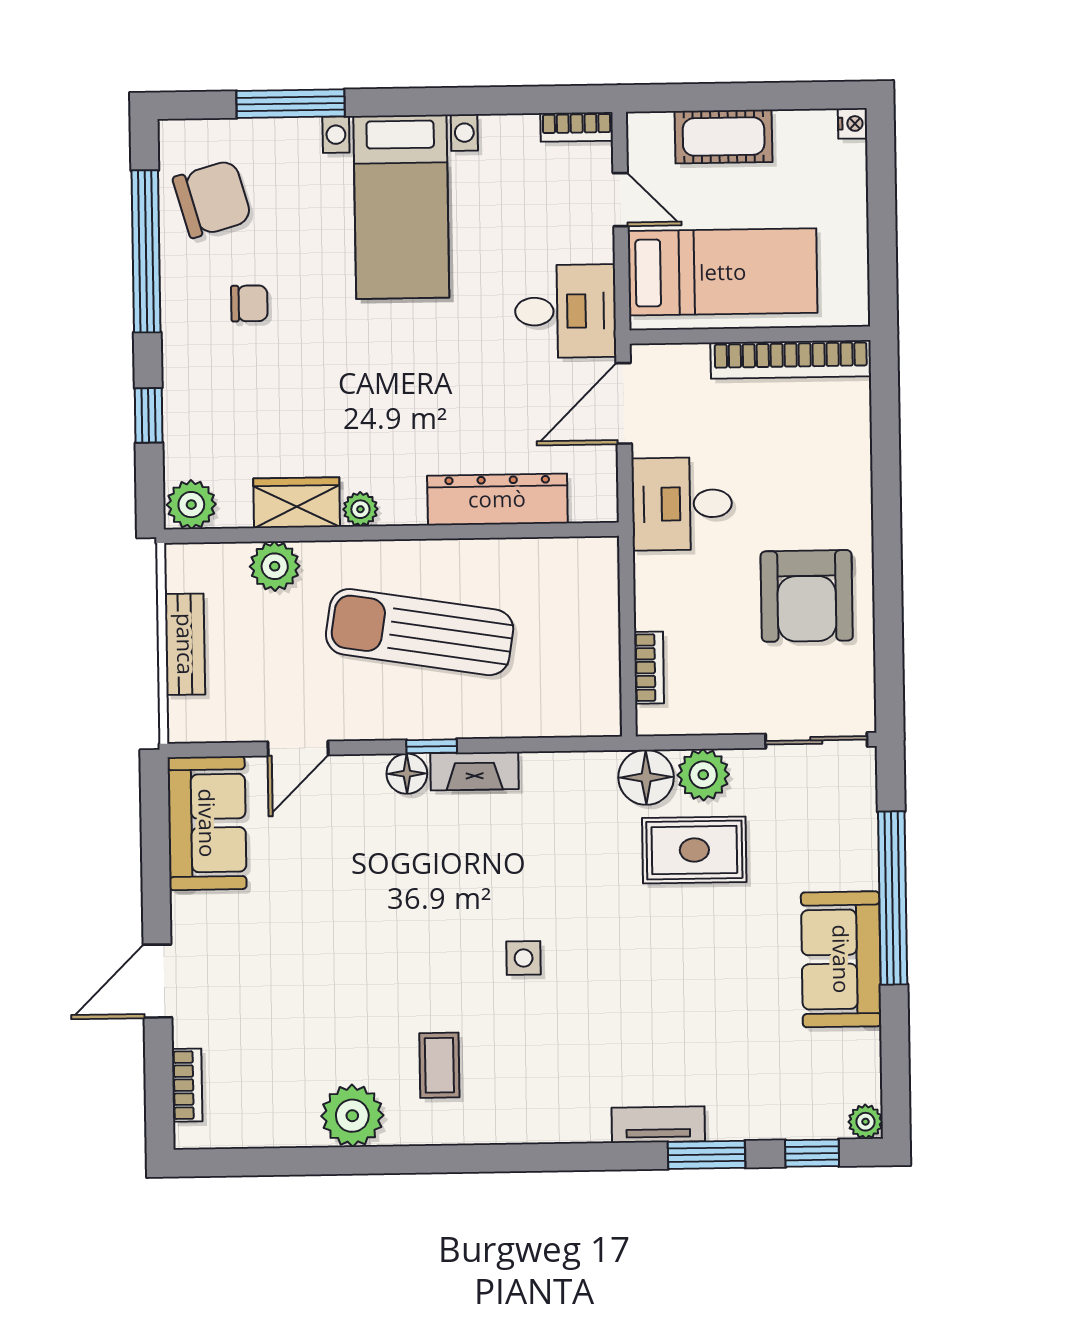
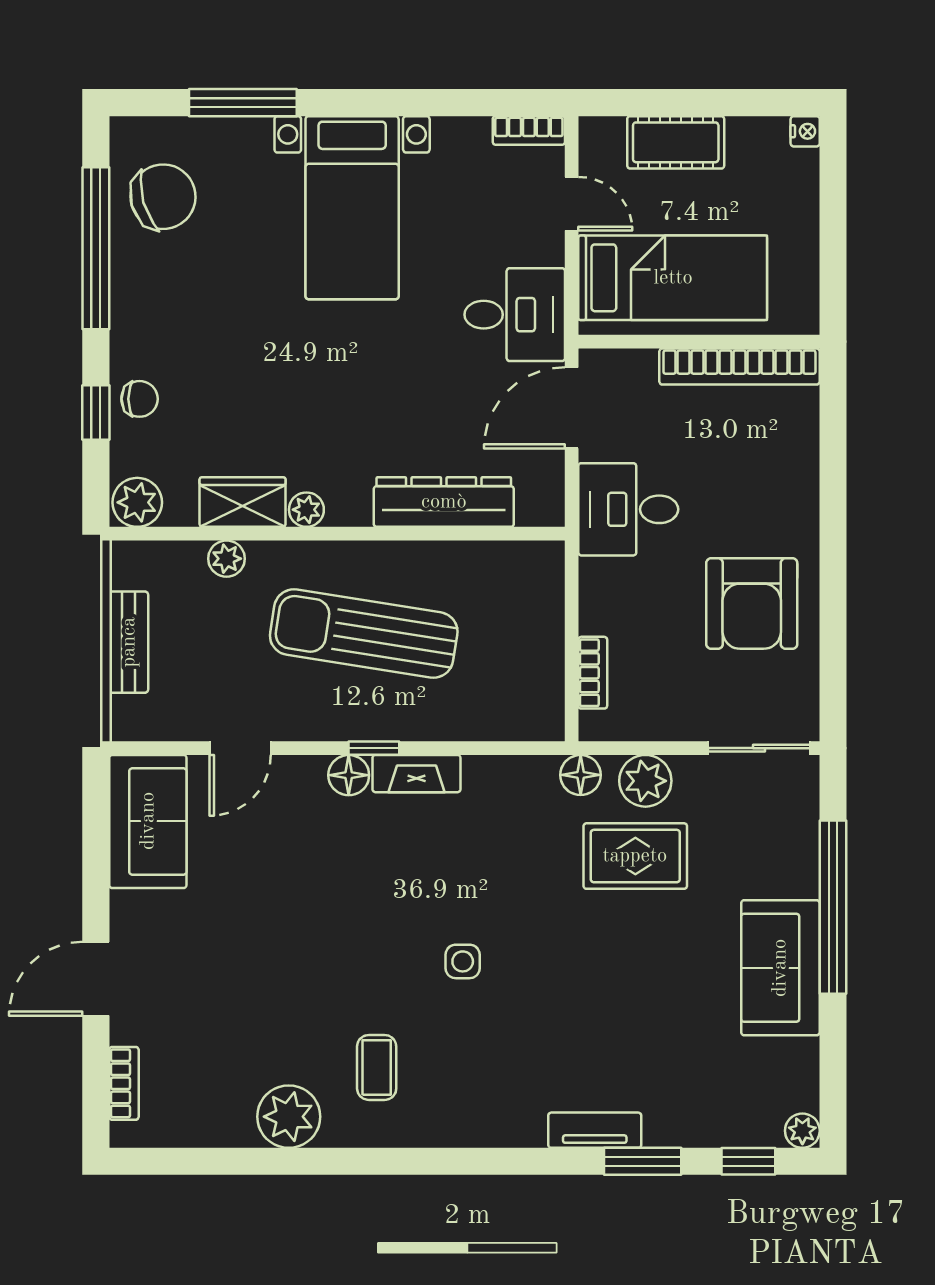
chair: (249, 303) -> (140, 399), moved
plant: (275, 566) -> (227, 559), width x0.73, depth x0.73
floor lamp: (646, 777) -> (581, 775), width x0.73, depth x0.73

